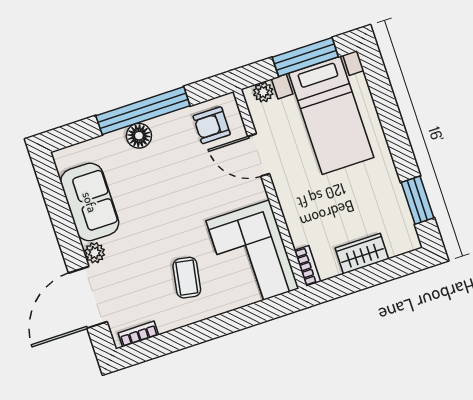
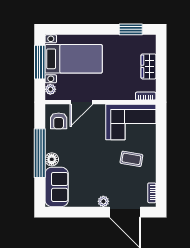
sofa: (90, 202) -> (57, 187), moved, turned 90

